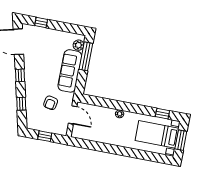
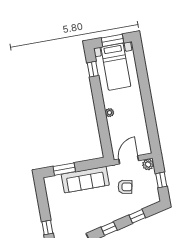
plant: (78, 45) -> (148, 164), moved
window: (86, 56) -> (64, 169), width x0.69

